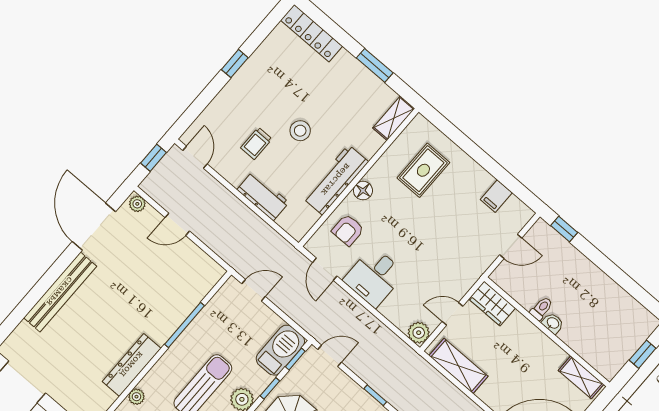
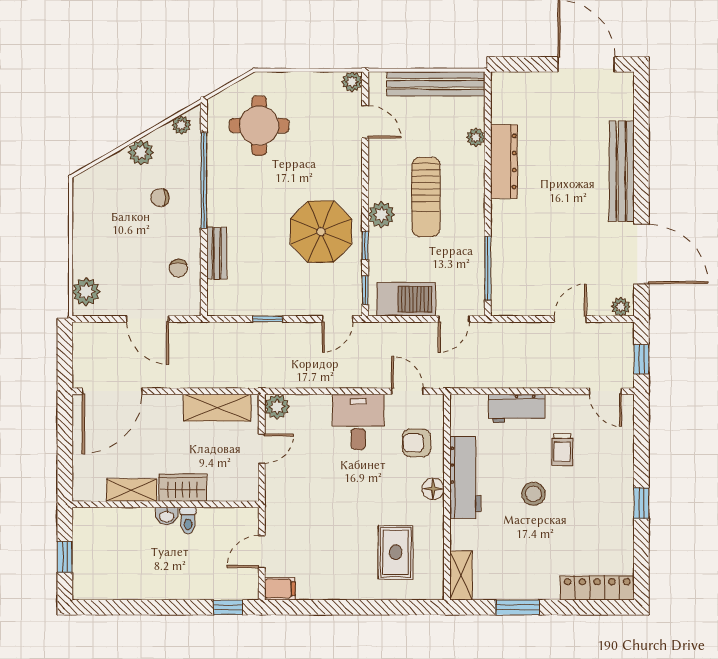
trolley: (256, 143) -> (562, 450), turned 180
filing cabinet: (496, 196) -> (280, 589), moved, turned 90
armchair: (348, 230) -> (417, 443), turned -90
wardrobe: (492, 304) -> (183, 488), moved
window: (184, 325) -> (488, 268), moved
barbecue: (280, 350) -> (406, 299), moved, turned -90
shelving: (581, 377) -> (132, 490), moved

